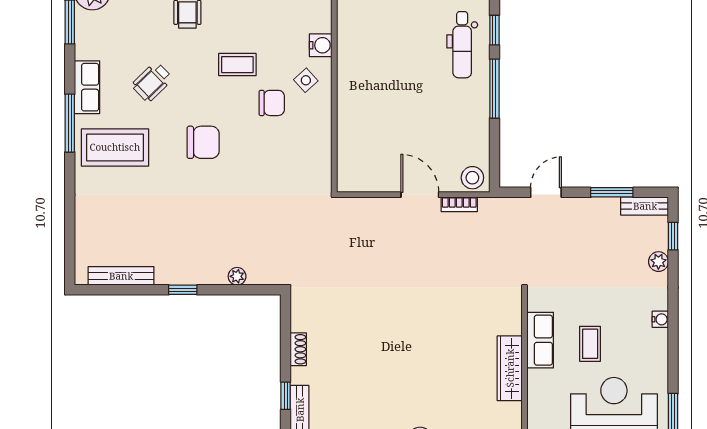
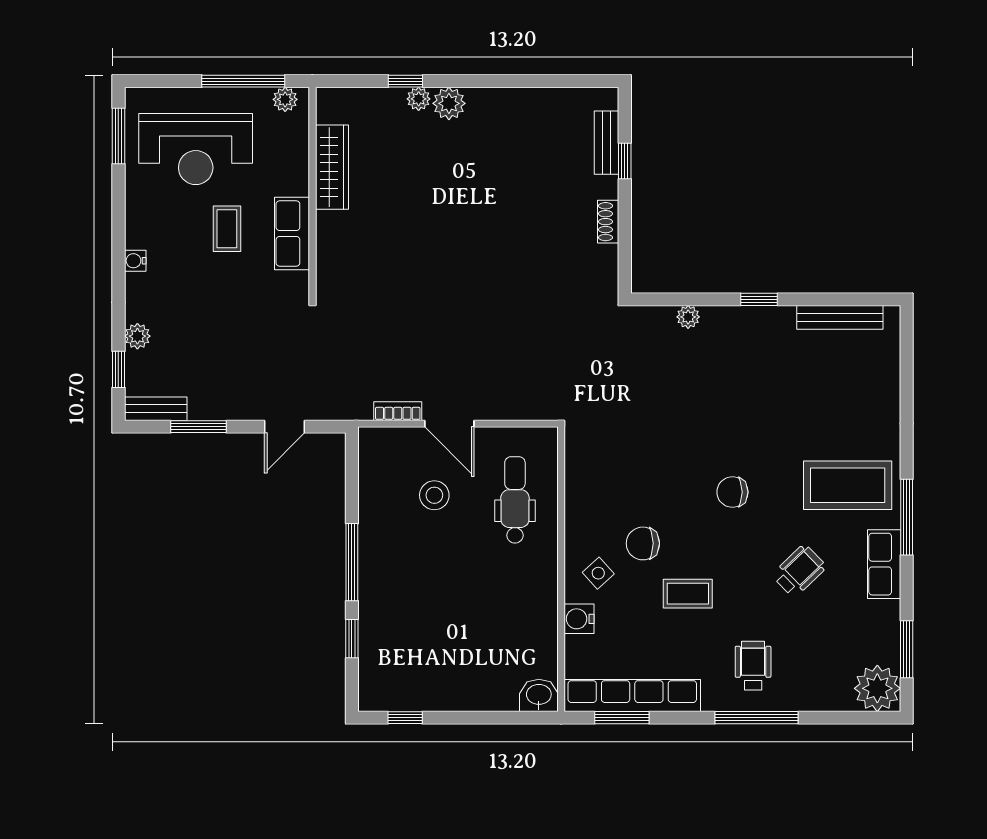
dental chair: (462, 45) -> (515, 500), moved
chair: (203, 142) -> (732, 492), width x0.73, depth x0.73
stool: (472, 178) -> (434, 495), moved
wardrobe: (510, 368) -> (332, 167), moved

